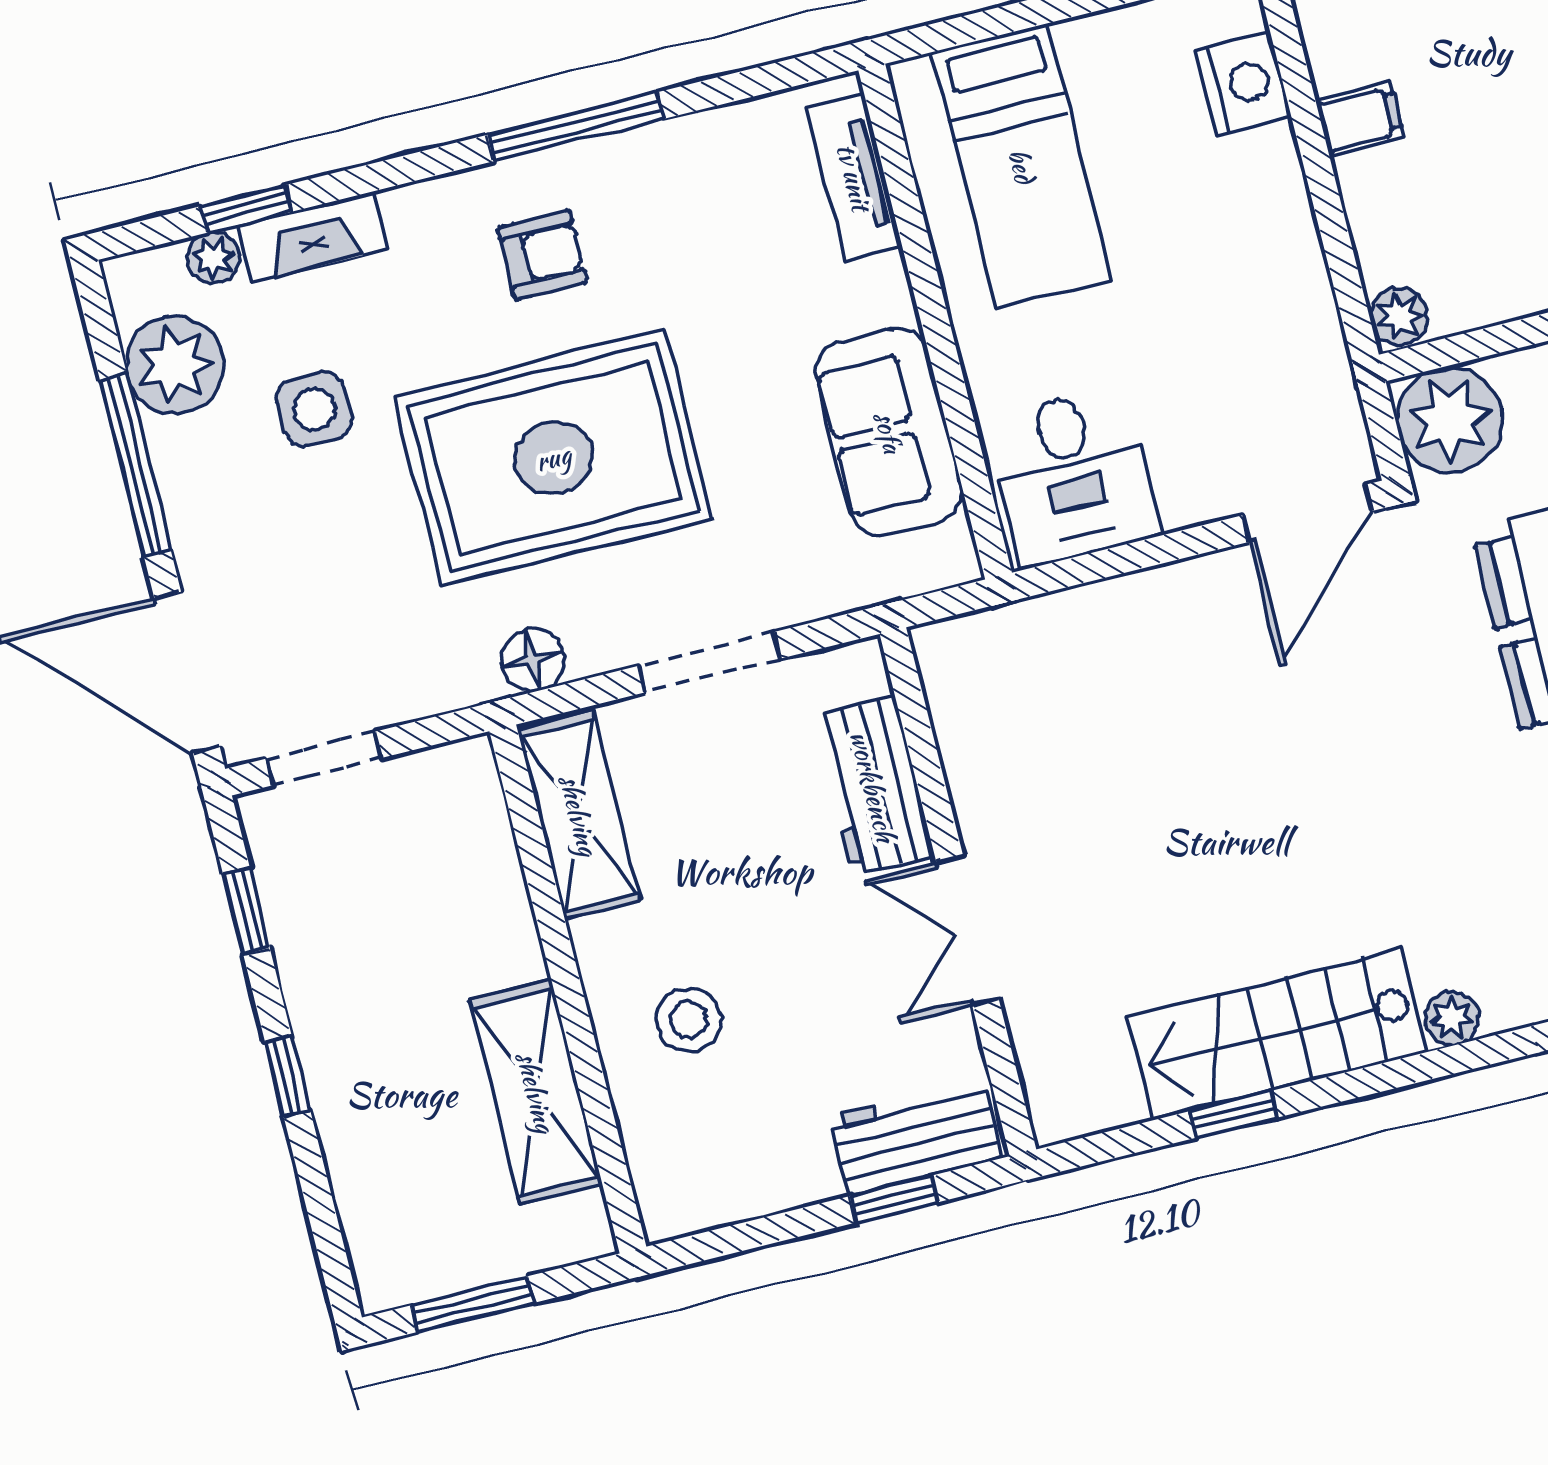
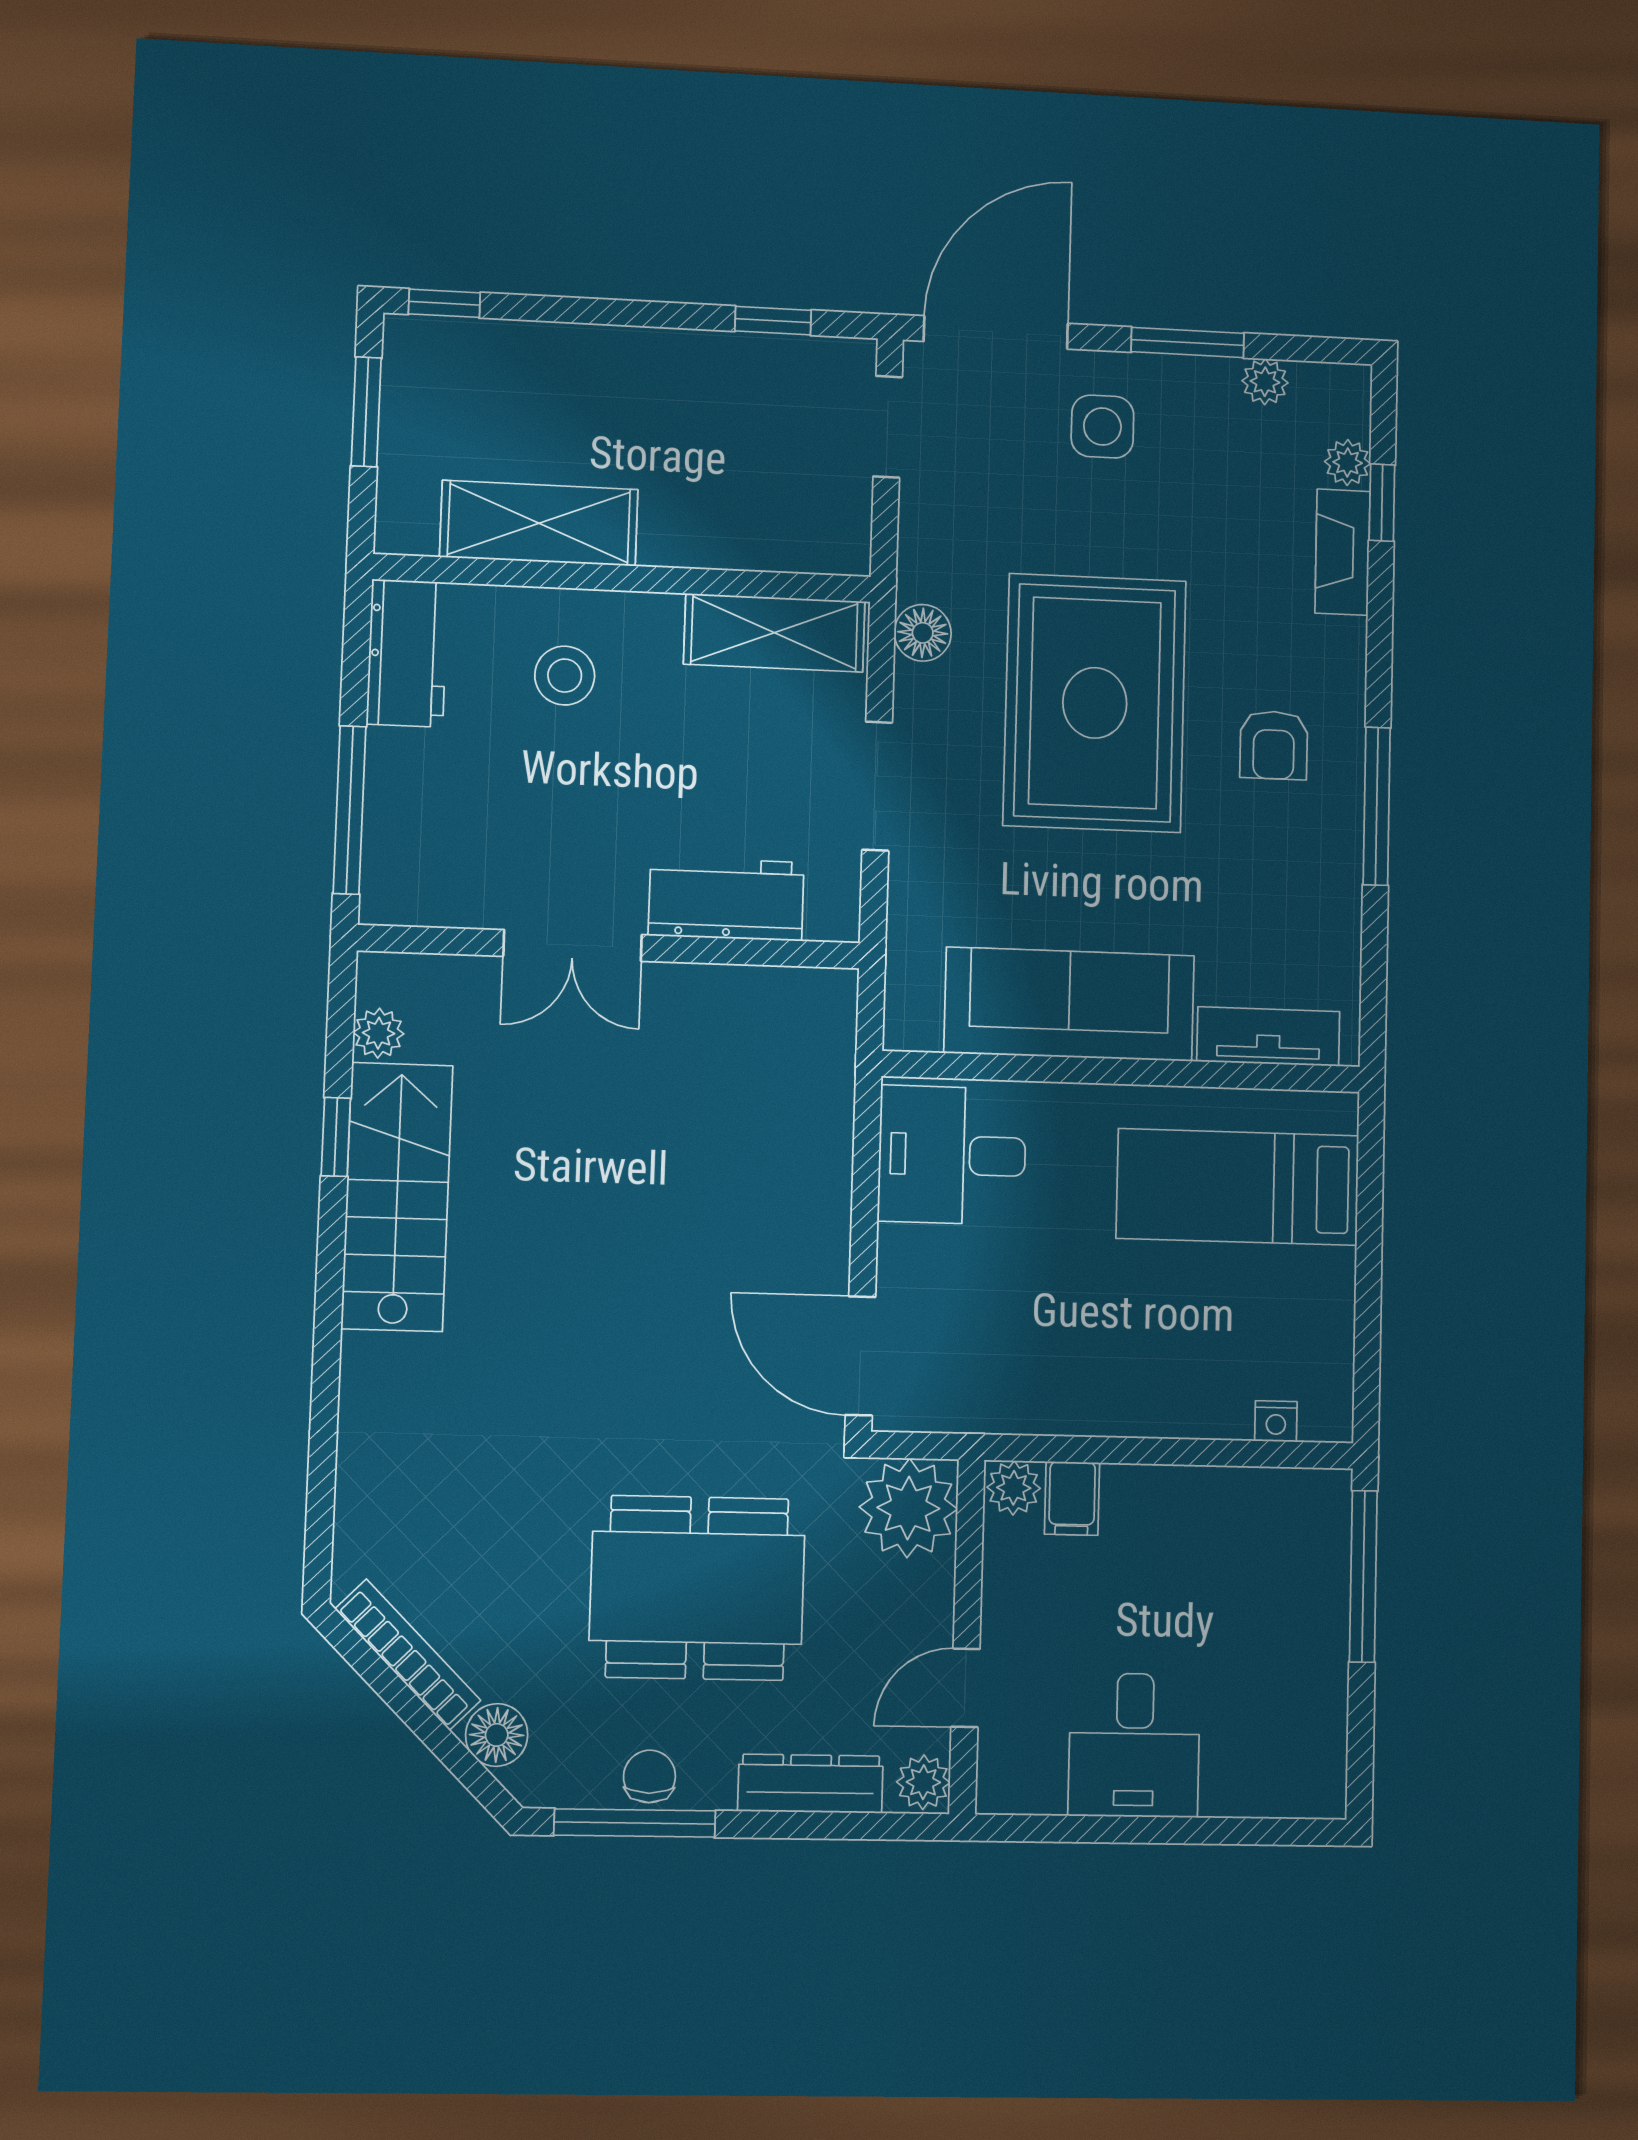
nightstand: (1243, 84) -> (1276, 1421), width x0.53, depth x0.56
filing cabinet: (1360, 119) -> (1072, 1498), moved
plant: (175, 365) -> (1265, 382), width x0.53, depth x0.53
side table: (314, 409) -> (1102, 427), moved
sofa: (889, 432) -> (1069, 1004), width x1.36
window: (135, 465) -> (1188, 343), width x0.69
double door: (968, 930) -> (573, 945), swing flipped
plant: (1452, 1018) -> (379, 1033), moved
window: (288, 1076) -> (444, 303), moved
workbench: (916, 1137) -> (407, 653), moved
window: (894, 1199) -> (350, 810), width x2.17

